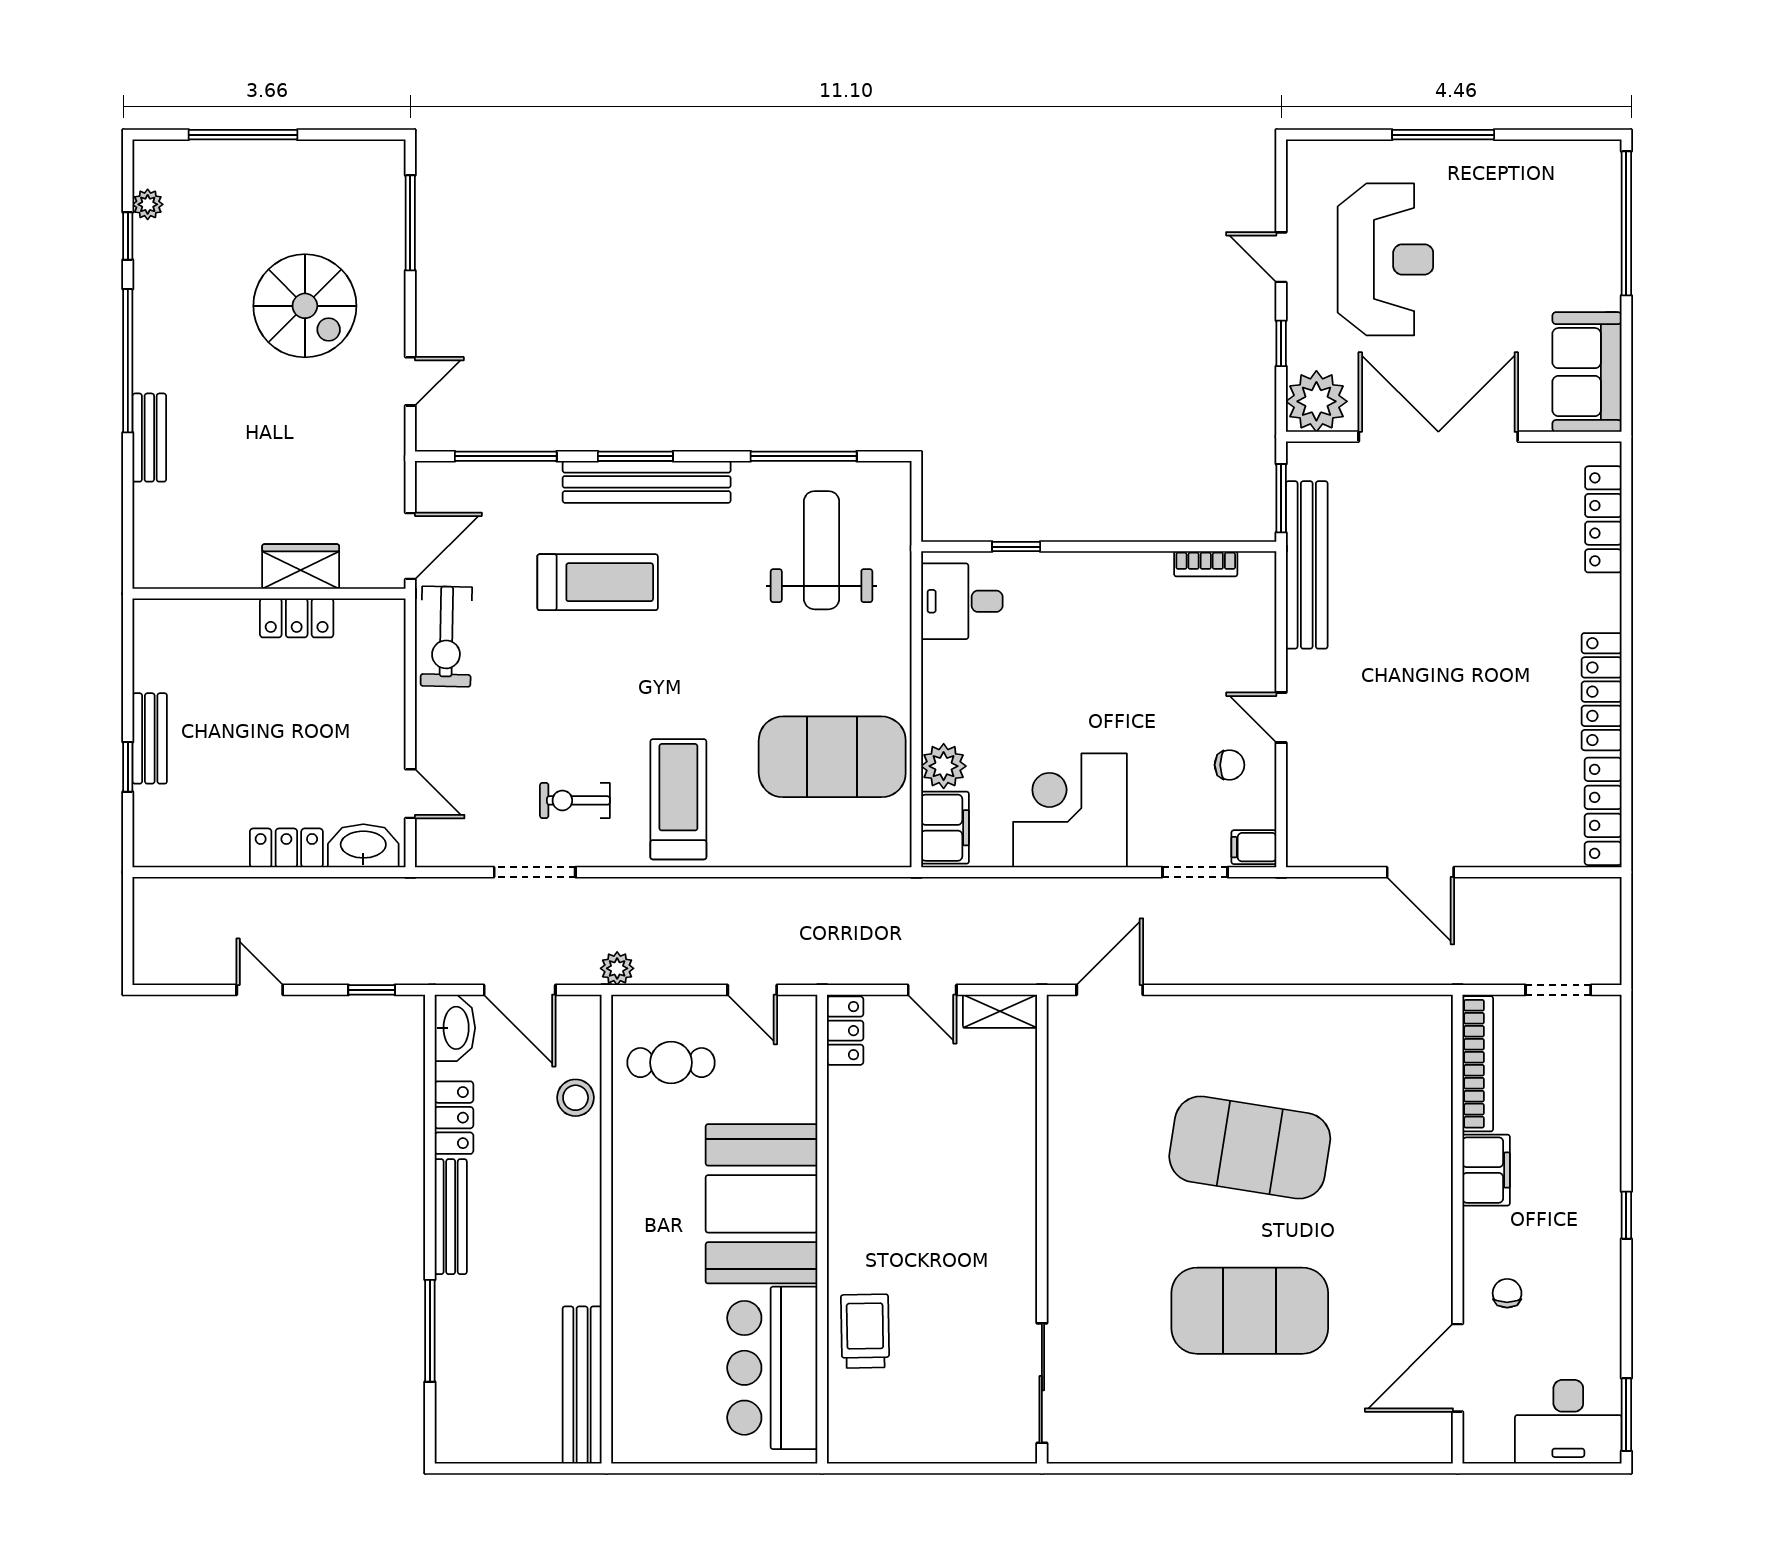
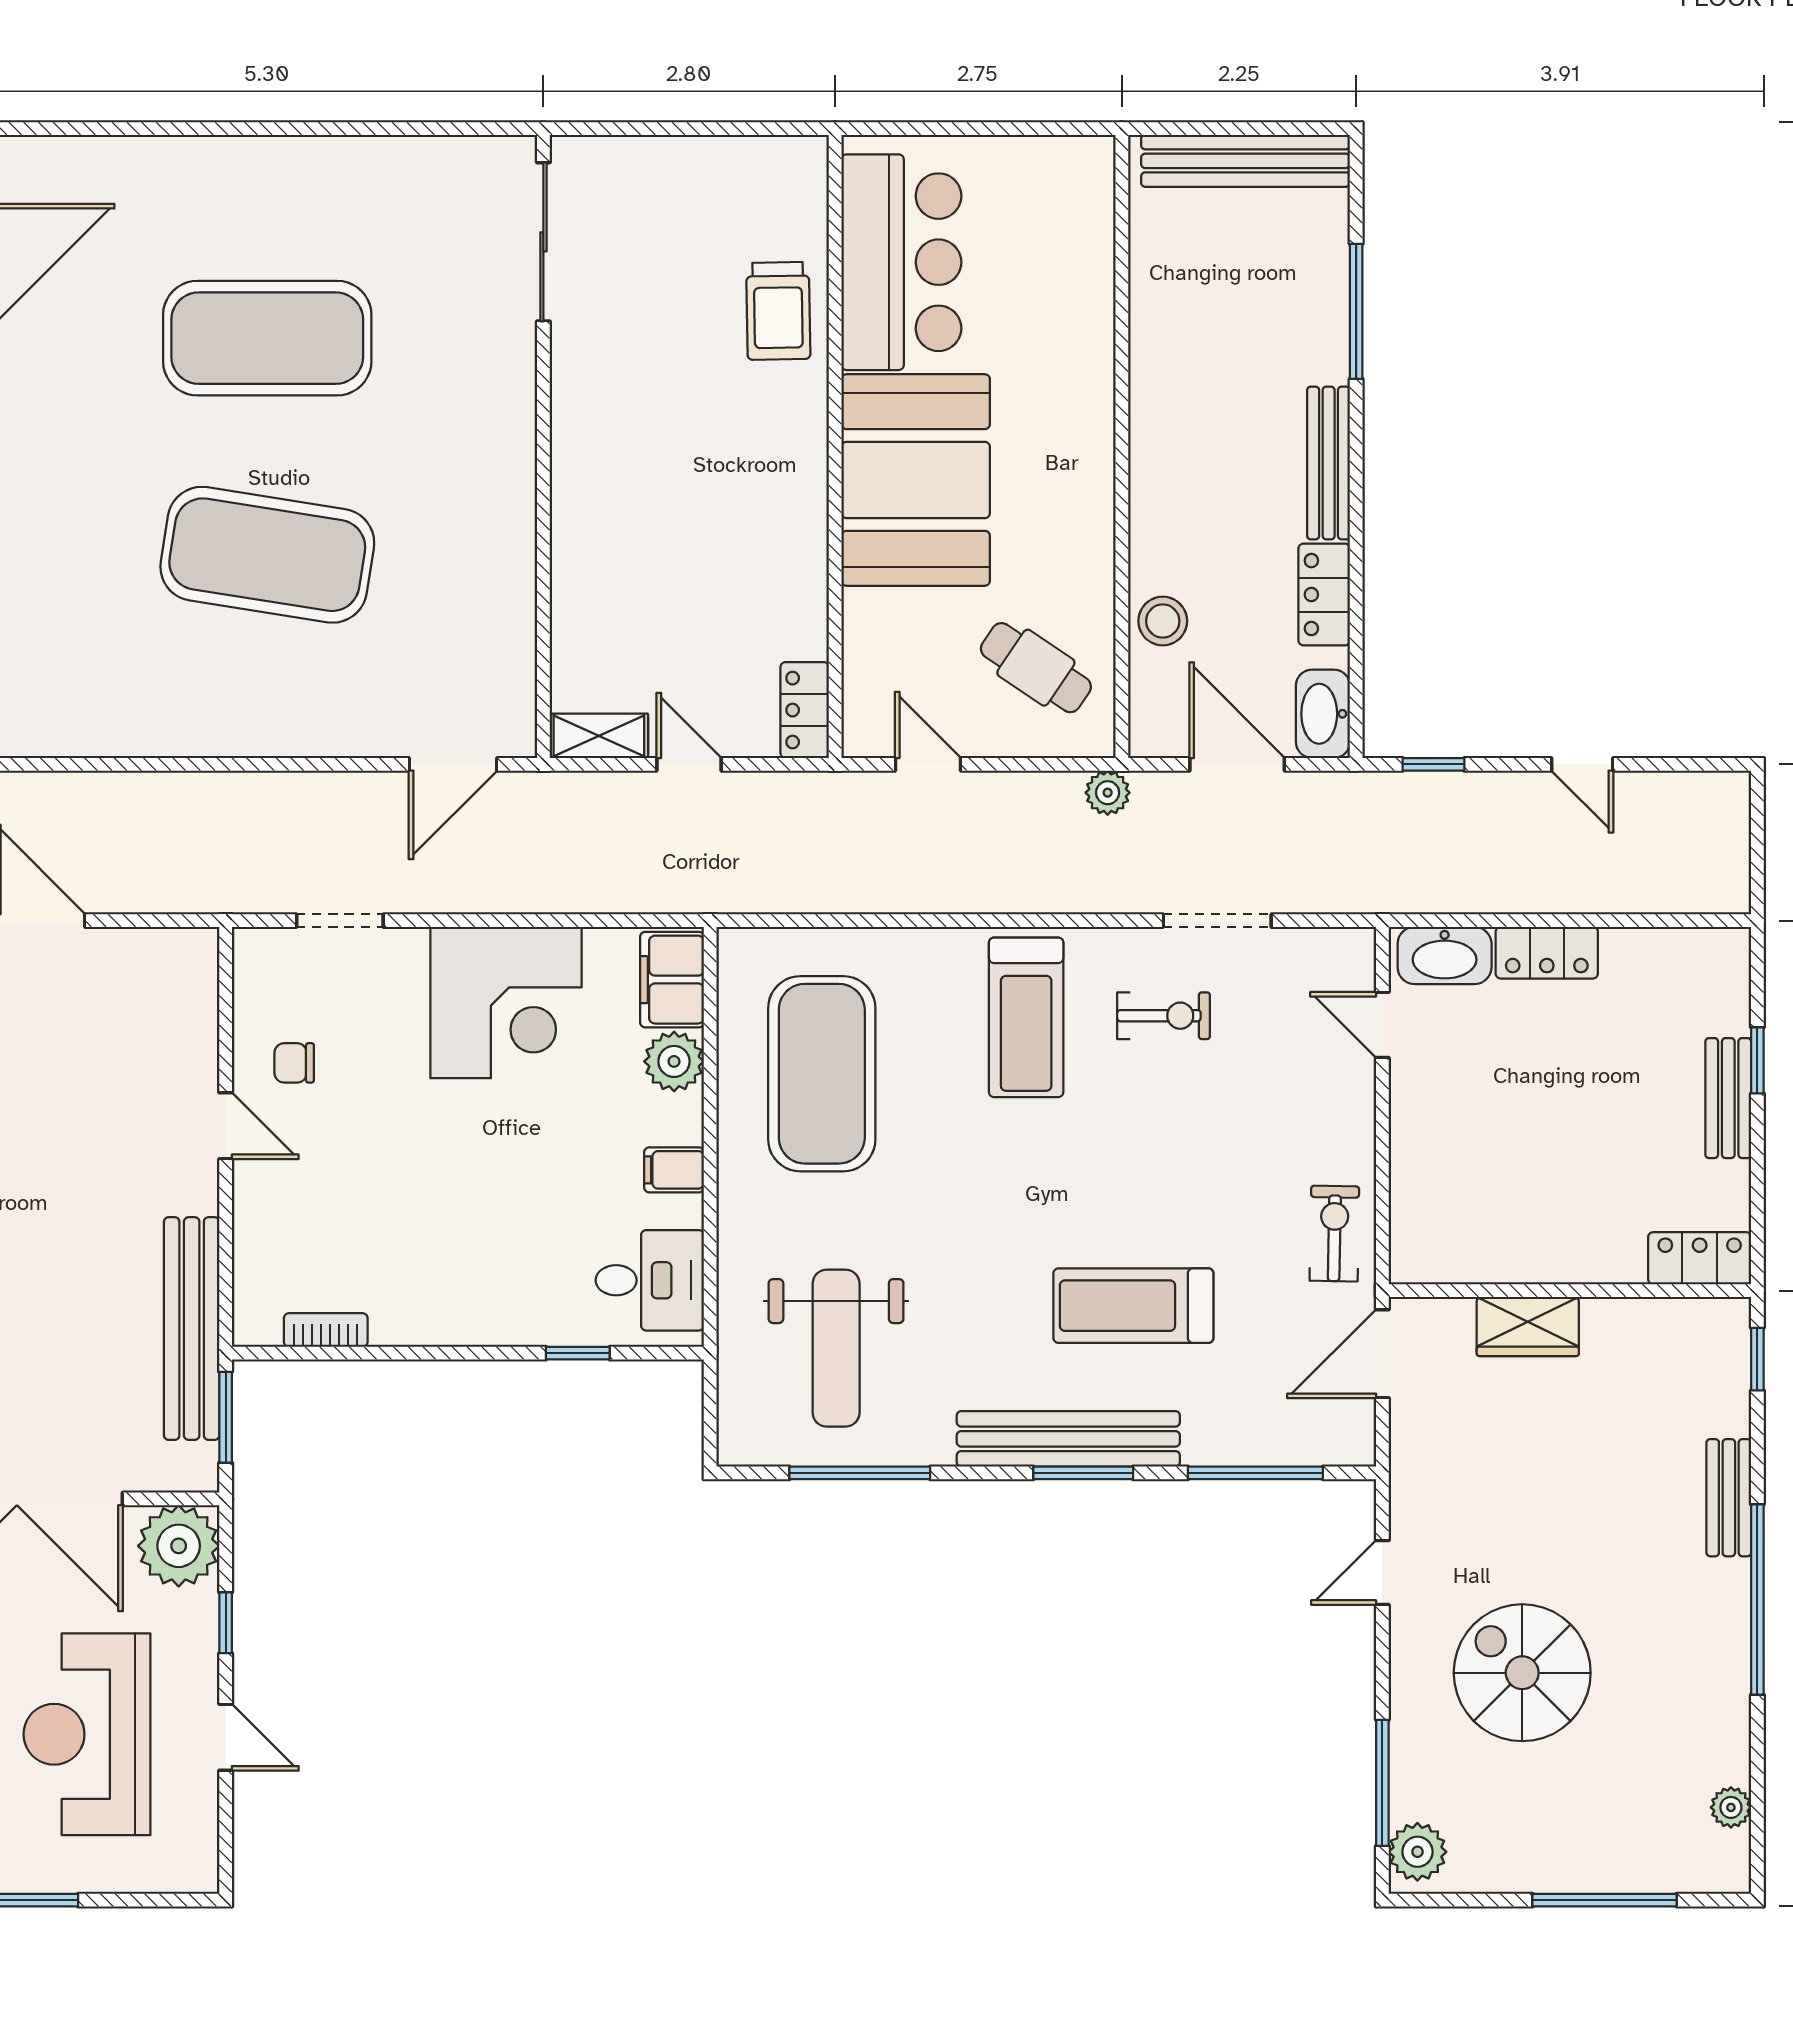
plant: (384, 171) -> (1417, 1852), added
window: (128, 236) -> (1757, 1359), moved
locker: (297, 618) -> (1700, 1258), moved
exercise bike: (446, 636) -> (1334, 1234), width x0.73, depth x0.72
exercise mat: (832, 757) -> (822, 1074), turned 90
filing cabinet: (1254, 847) -> (674, 1170), moved, turned 180
cafe table: (671, 1063) -> (1036, 668), turned 34
bench: (582, 1385) -> (1246, 161), moved, turned 90

